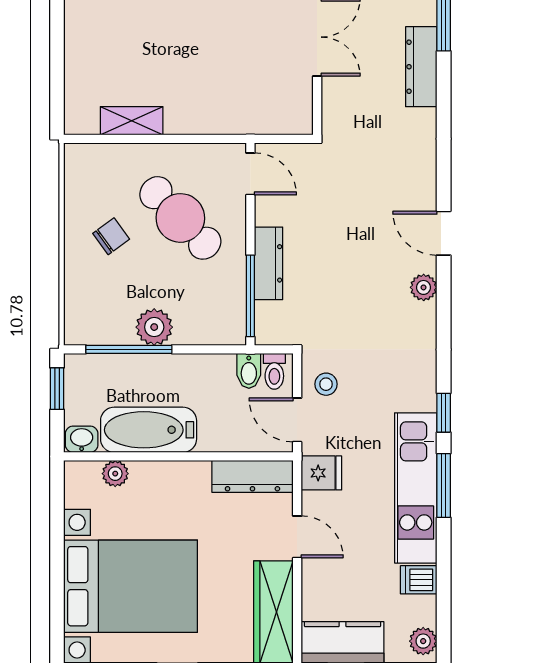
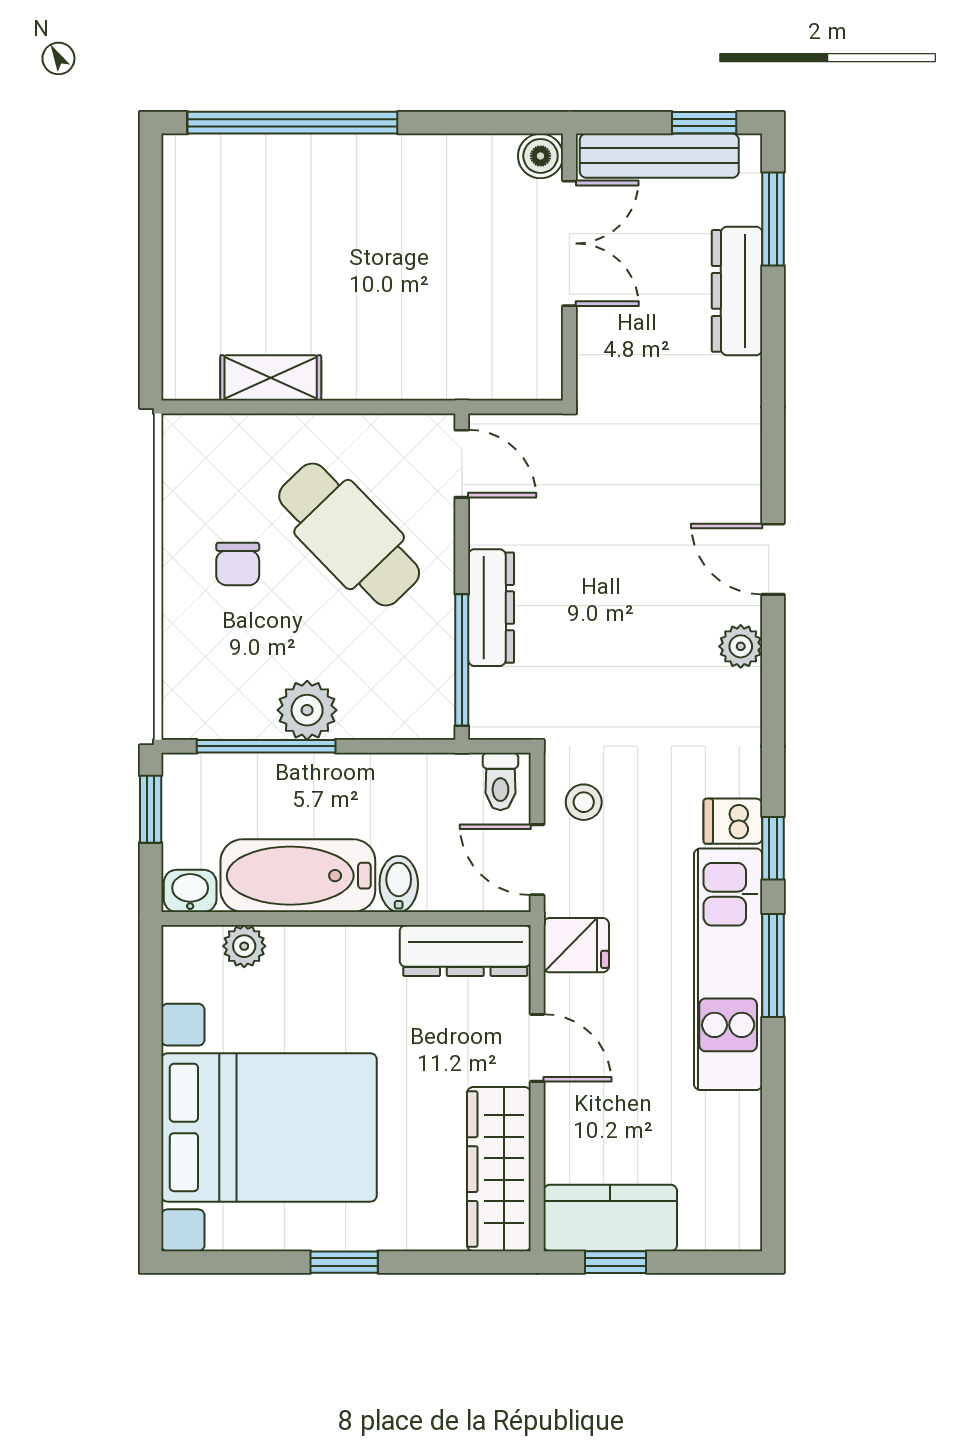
chair: (111, 236) -> (238, 564), turned 126
bidet: (249, 371) -> (399, 884), moved, turned 180
dishwasher: (419, 580) -> (733, 821), moved
plant: (423, 641) -> (740, 1216), removed

